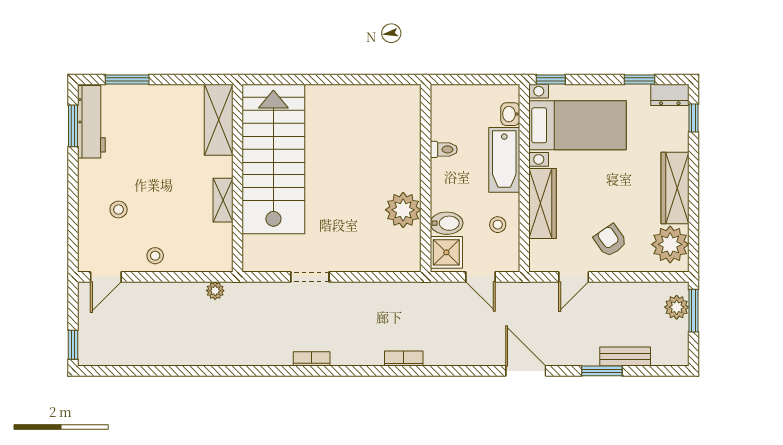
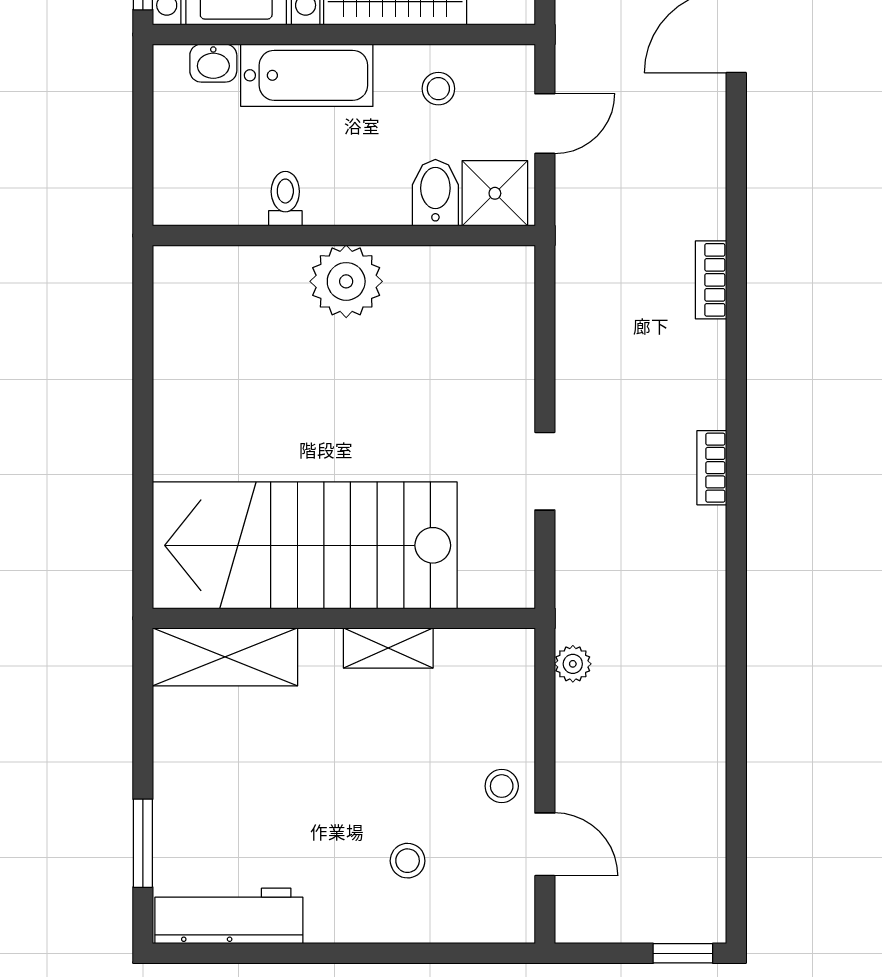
window: (73, 126) -> (237, 953), removed
plant: (403, 210) -> (346, 281), moved
door: (106, 277) -> (545, 844), moved

